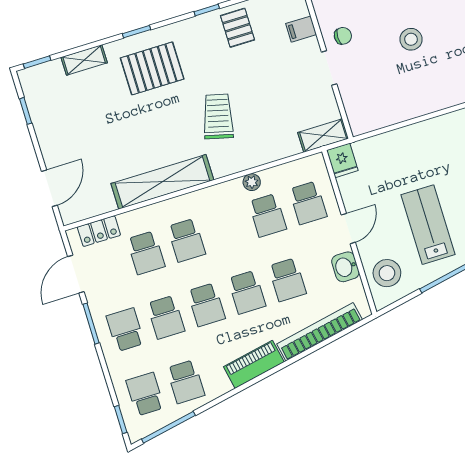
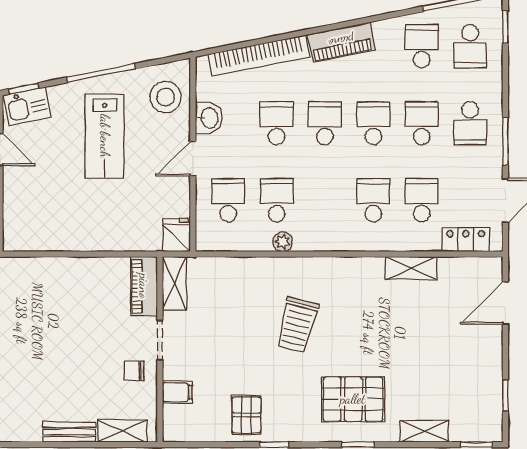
stool: (411, 39) -> (61, 344), removed
piano: (356, 109) -> (144, 286), added
shelving: (323, 136) -> (174, 283), moved, turned 90
shelving: (162, 182) -> (411, 268), width x0.45, depth x0.75

